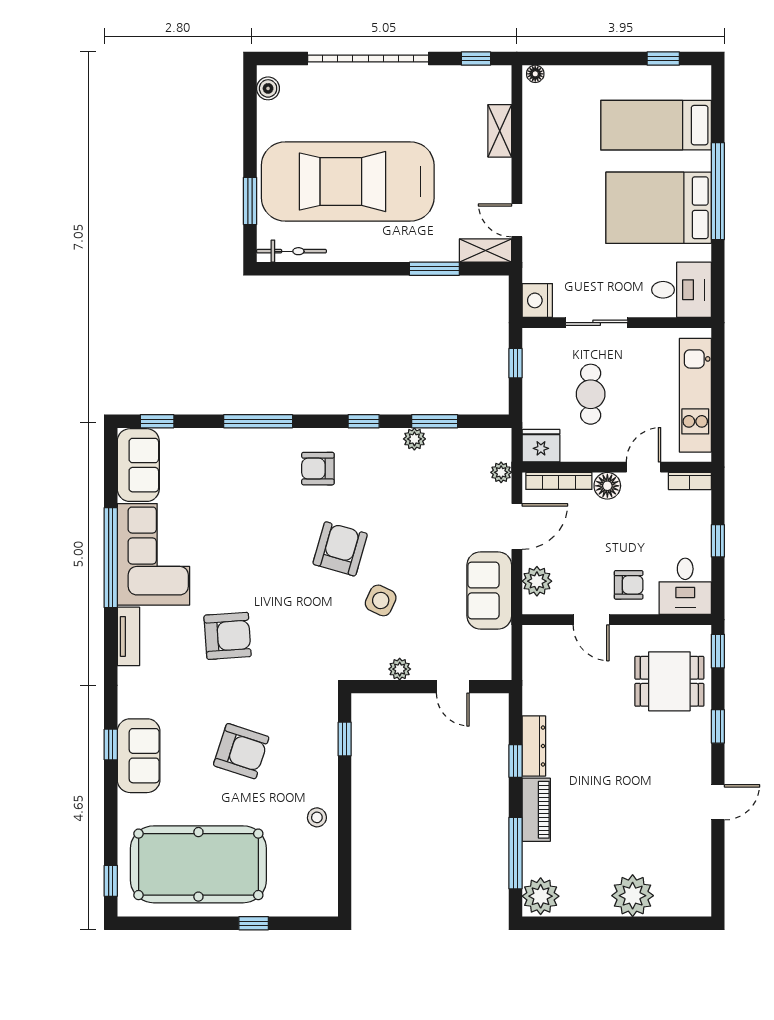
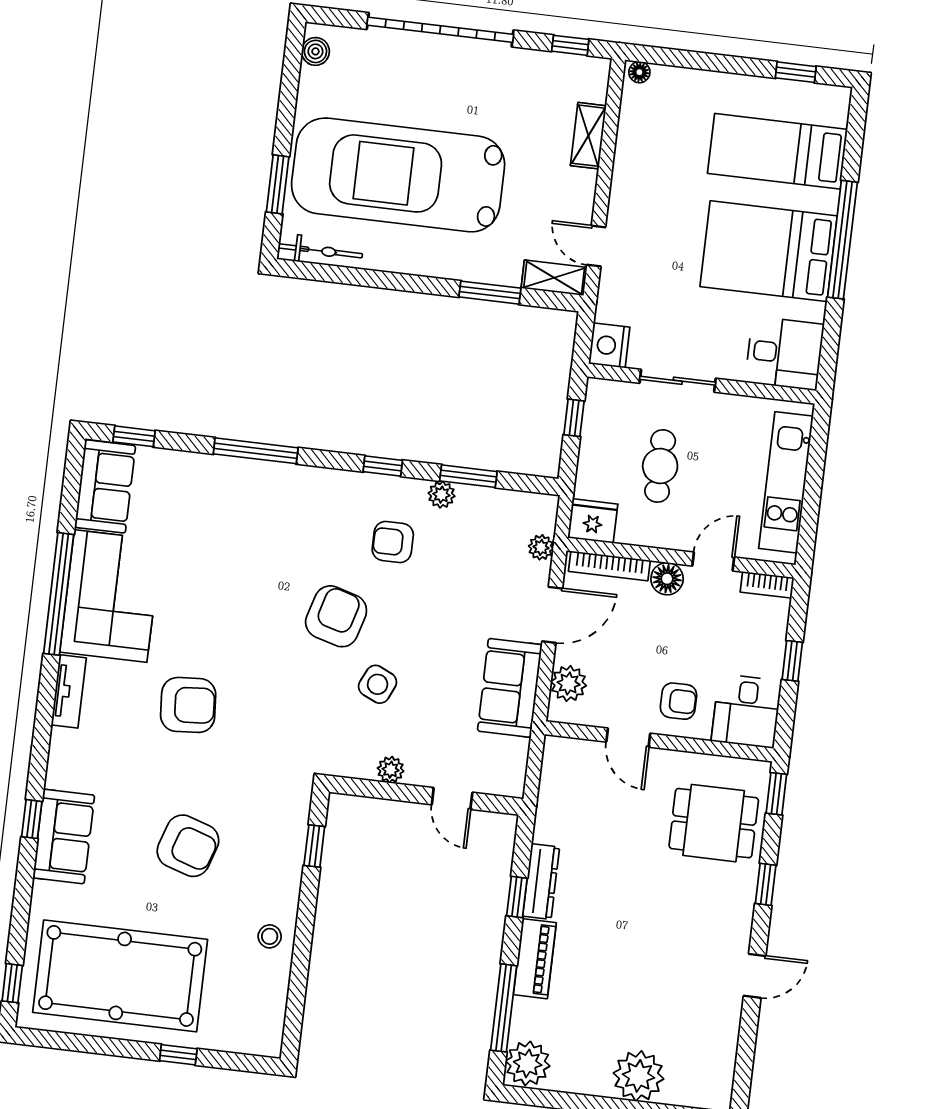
armchair: (318, 469) -> (393, 542), moved

